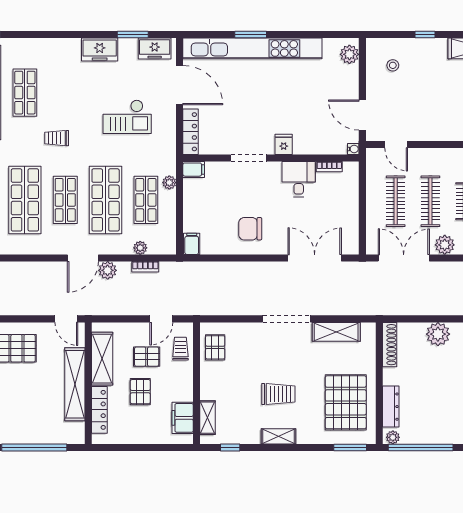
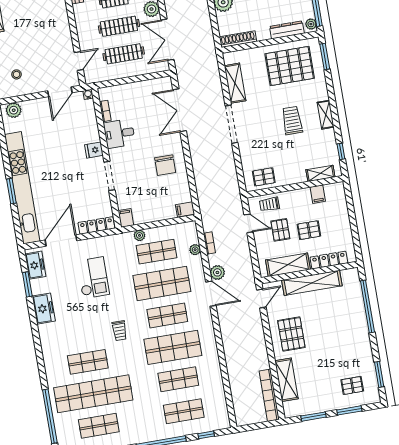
filing cabinet: (183, 418) -> (318, 194), width x0.50

